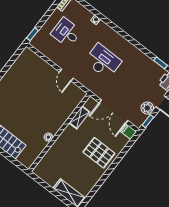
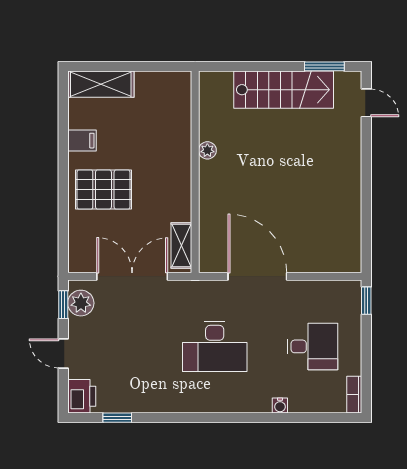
door: (66, 75) -> (257, 276), width x1.87
plant: (147, 108) -> (81, 303), moved
shelving: (79, 117) -> (181, 246), moved
filing cabinet: (128, 132) -> (82, 141), moved

